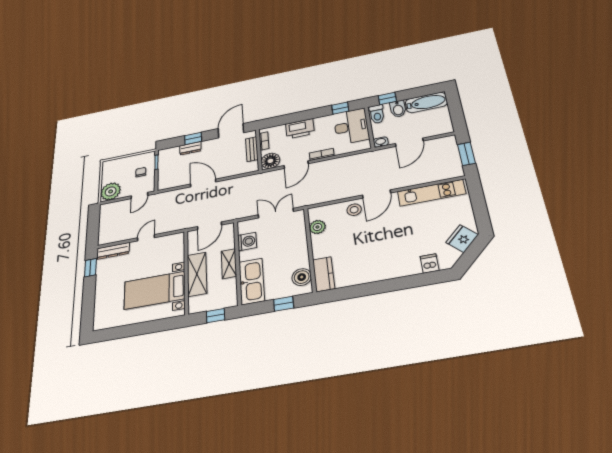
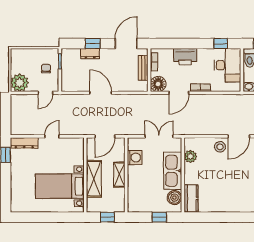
kitchen sink: (252, 281) -> (173, 171), moved, turned 180

